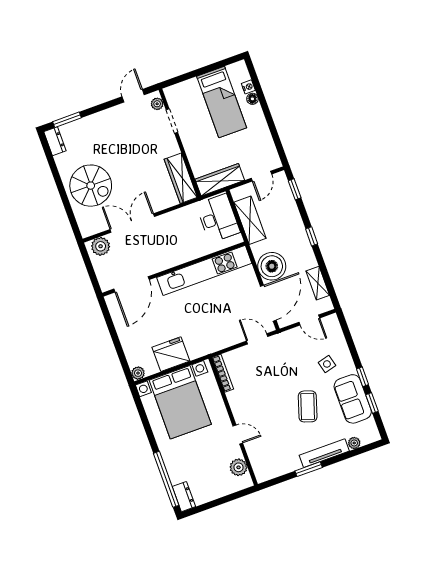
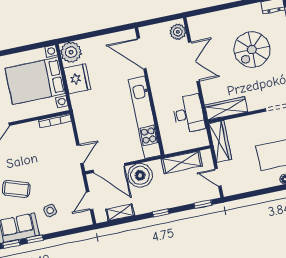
spiral stairs: (91, 186) -> (252, 50), moved
desk: (218, 218) -> (189, 114), moved, turned -90
plant: (138, 373) -> (71, 52), width x1.87, depth x1.87

